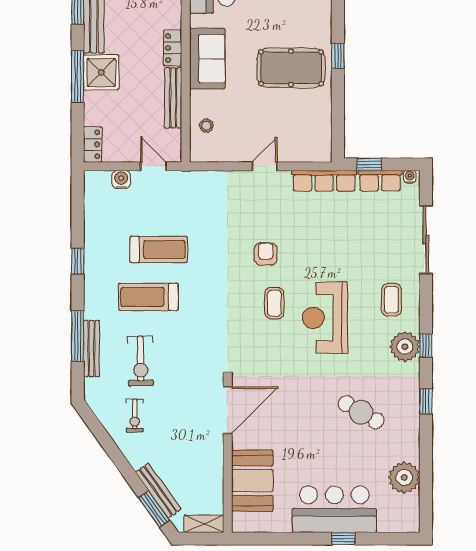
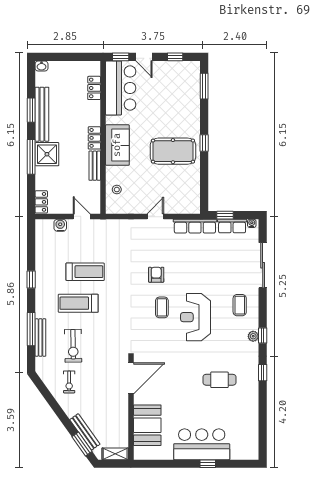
bench: (173, 98) -> (95, 166), width x0.73
plant: (405, 347) -> (253, 336), width x0.53, depth x0.53
cafe table: (361, 412) -> (219, 380), turned -30
plant: (404, 478) -> (248, 423), removed

